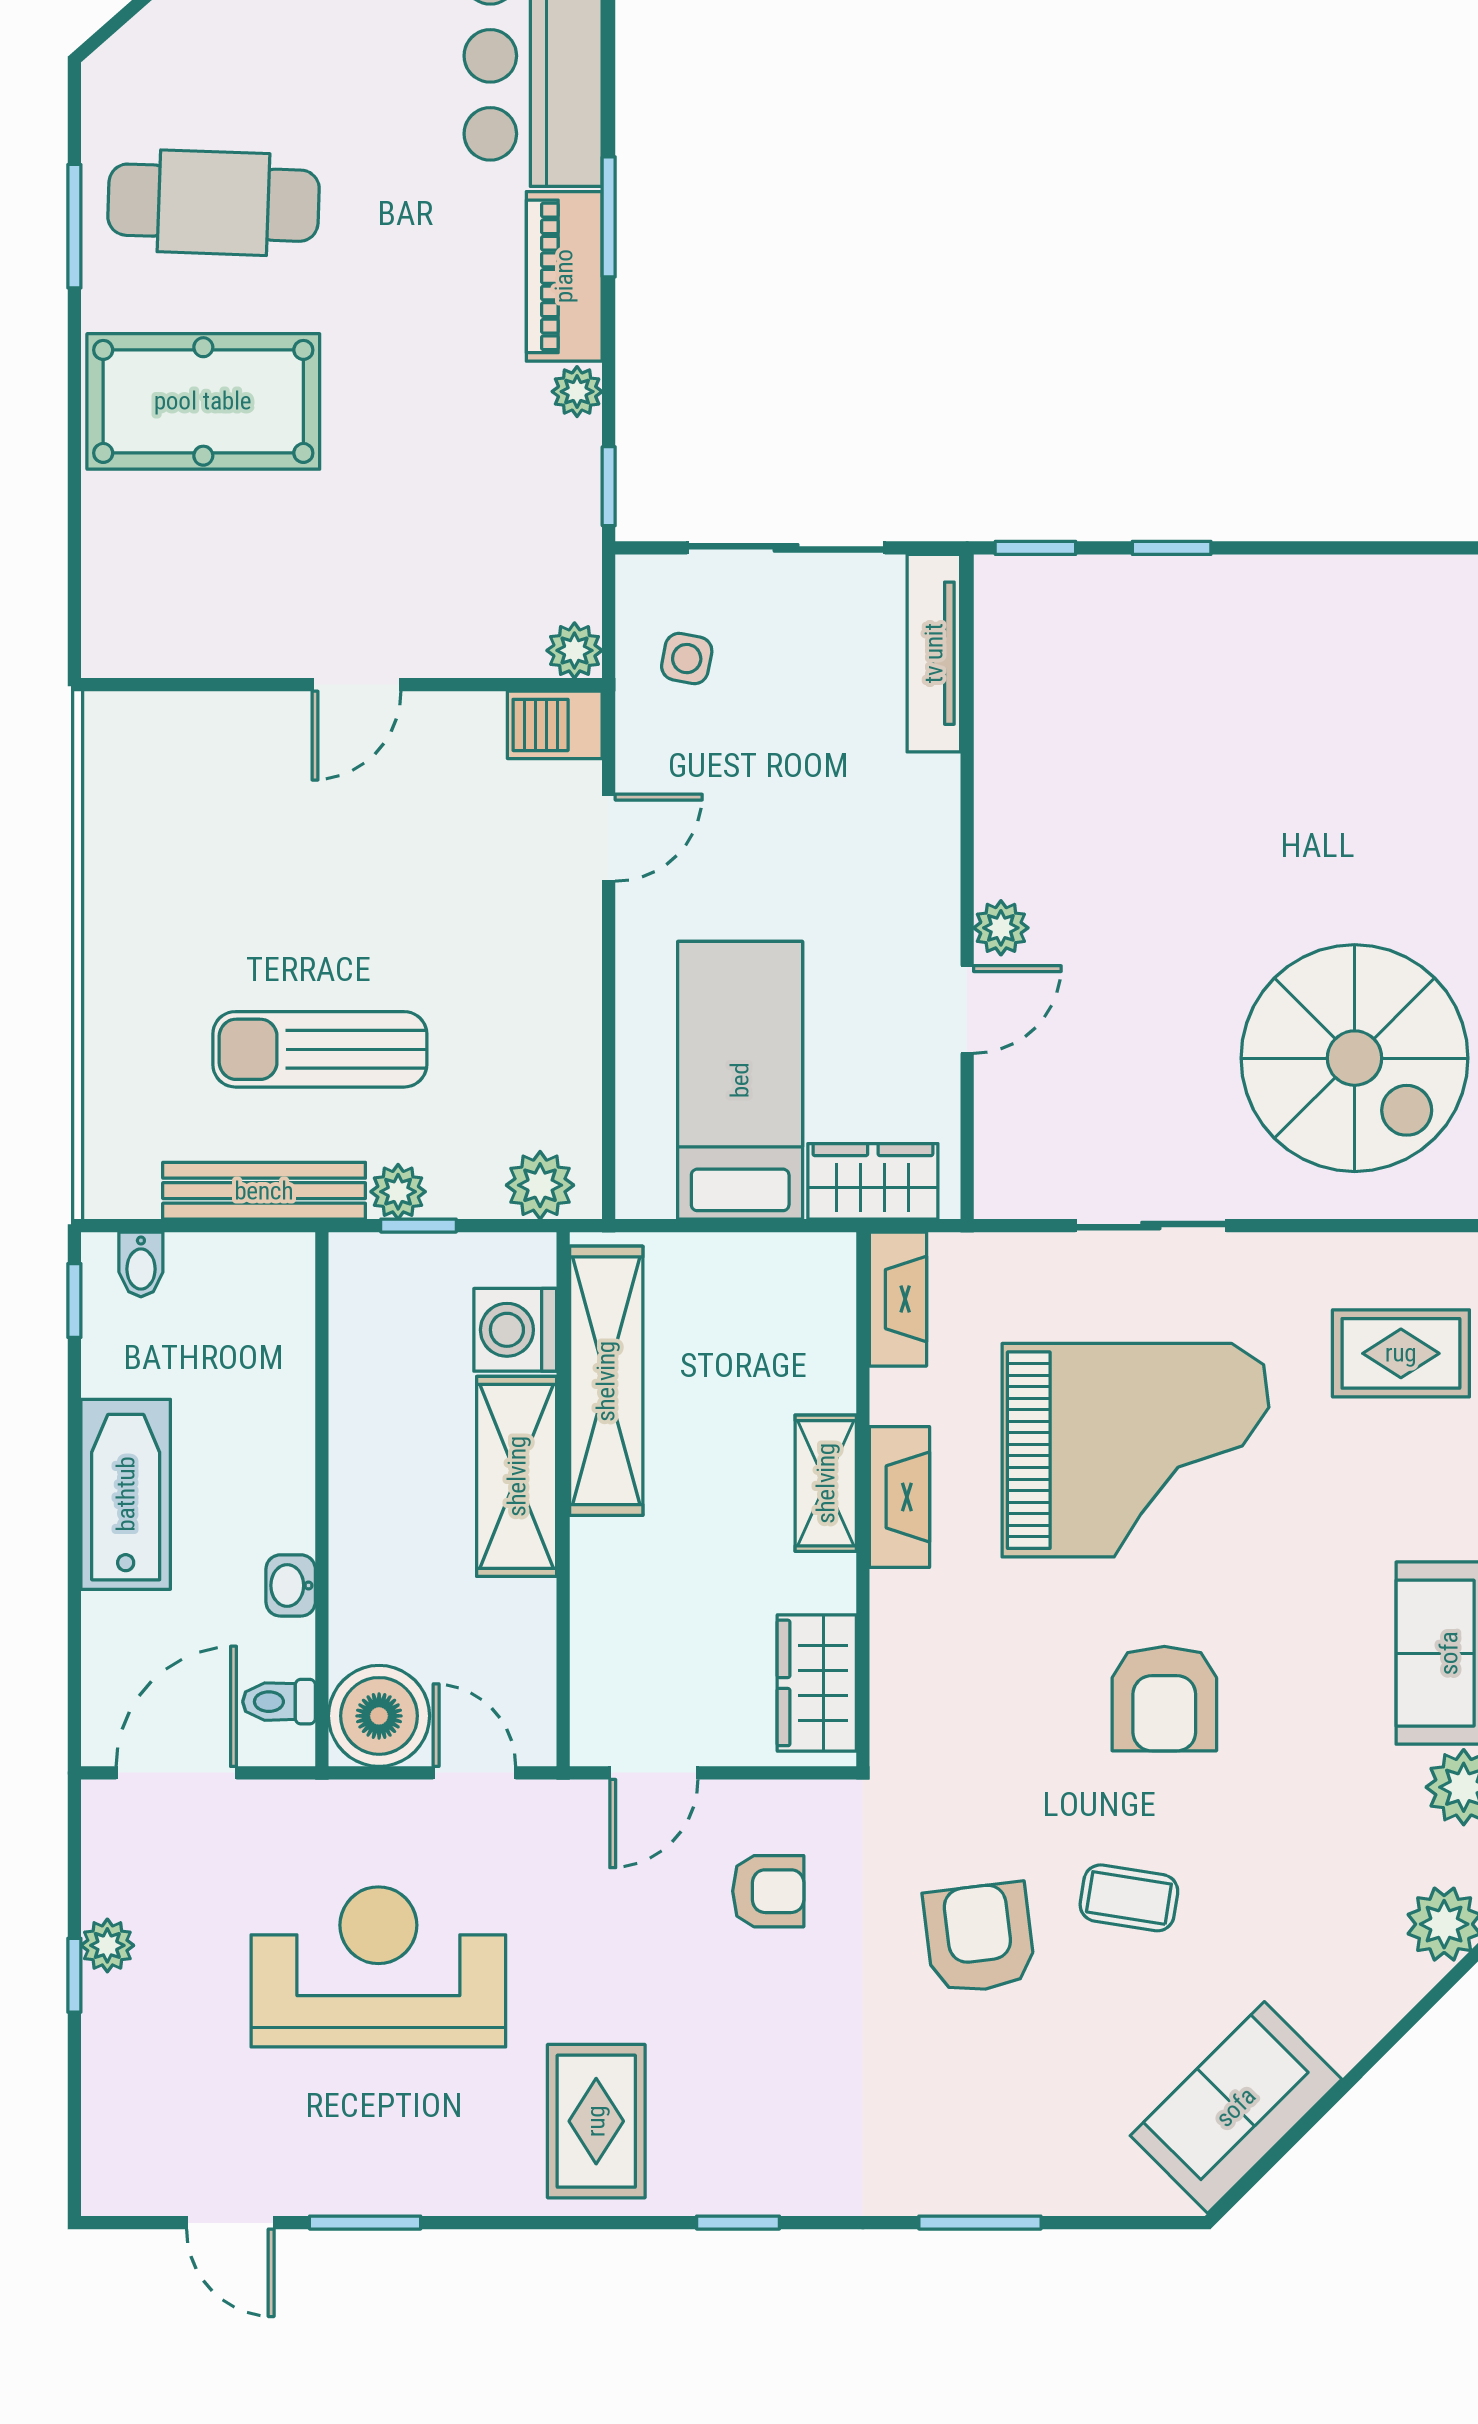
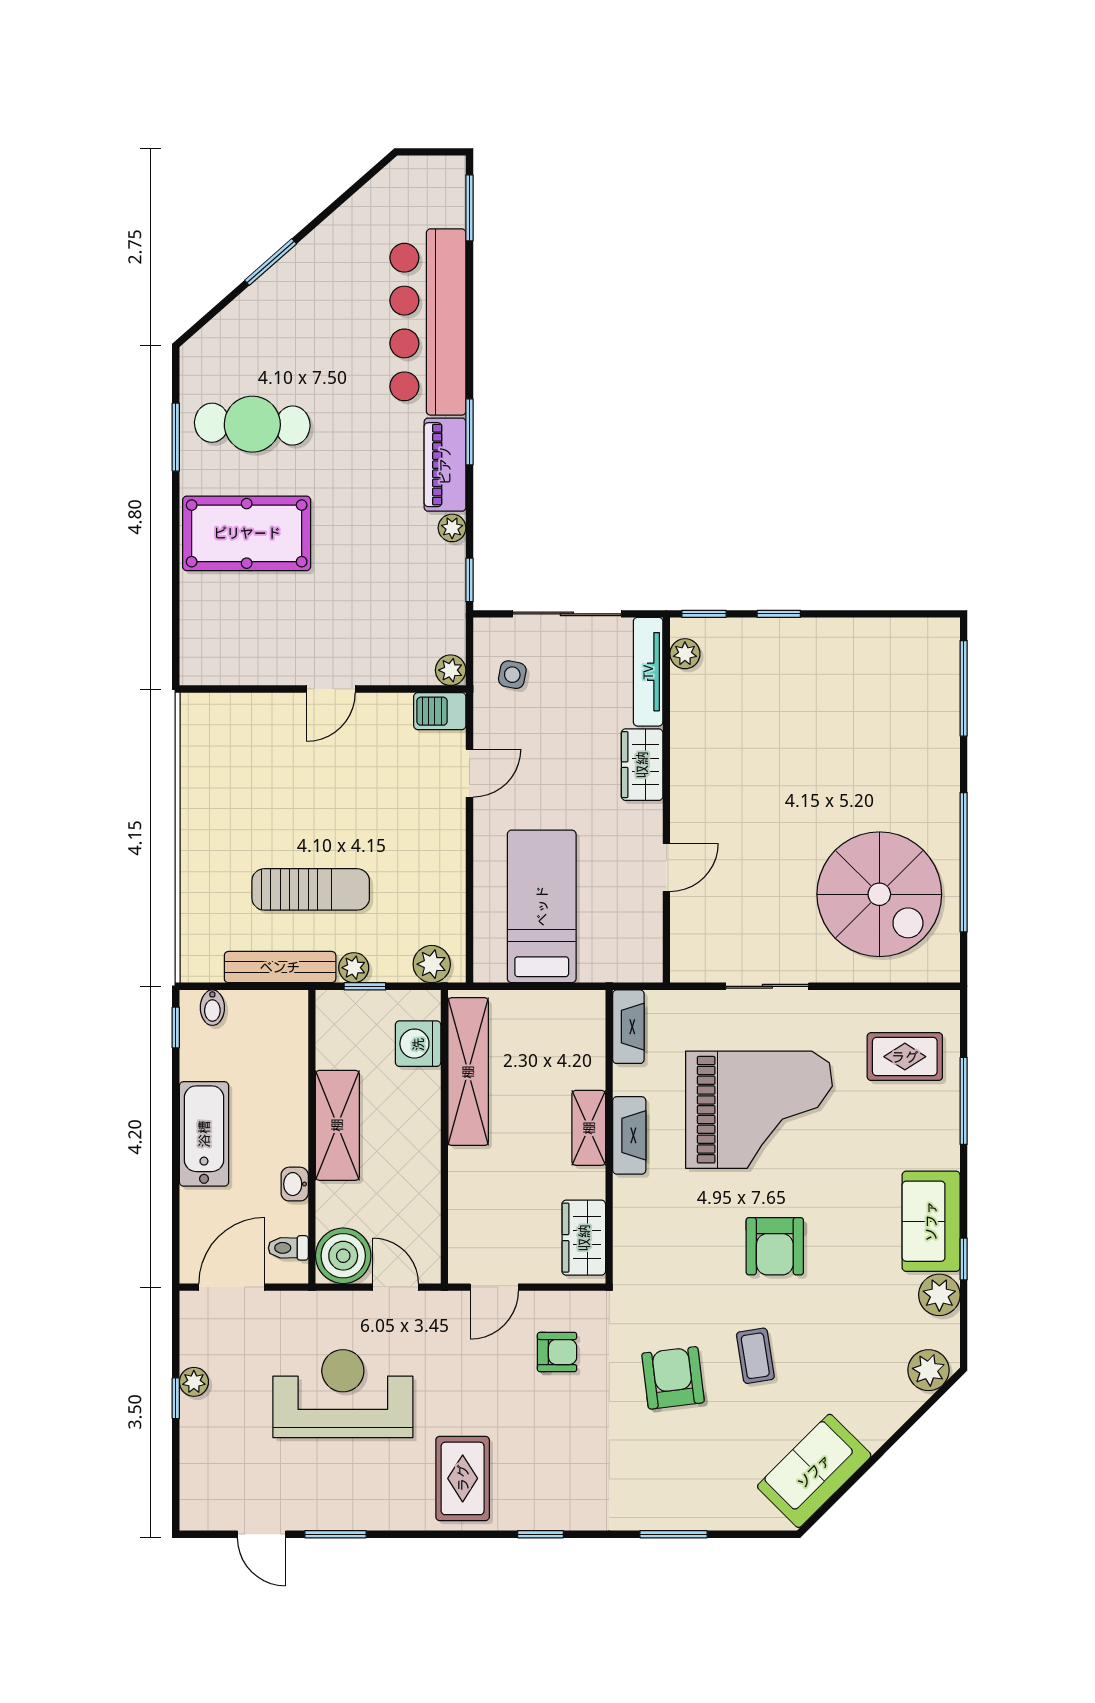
plant: (1001, 928) -> (685, 654), moved
sun lounger: (320, 1049) -> (311, 889), turned 180
wardrobe: (873, 1181) -> (642, 765), moved, turned -90
shelving: (517, 1476) -> (337, 1125), moved
coffee table: (1129, 1898) -> (755, 1356), turned 72

